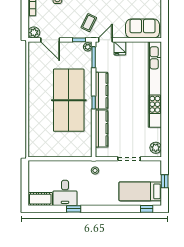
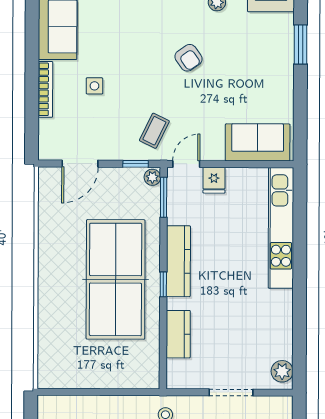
plant: (34, 33) -> (49, 149), removed
door: (50, 40) -> (80, 164), hinge flipped
kitchen unit: (155, 84) -> (281, 228), width x0.73
kitchen counter: (102, 129) -> (178, 334), width x0.67

